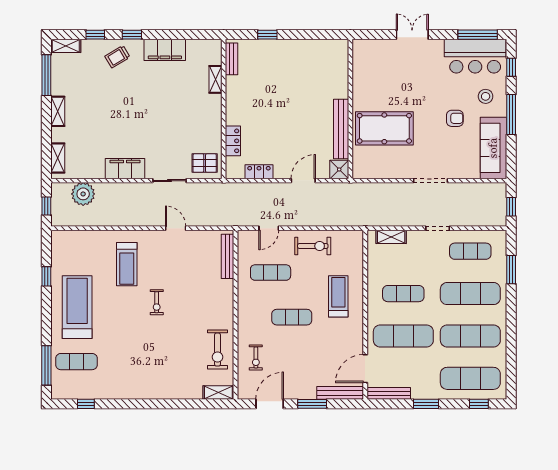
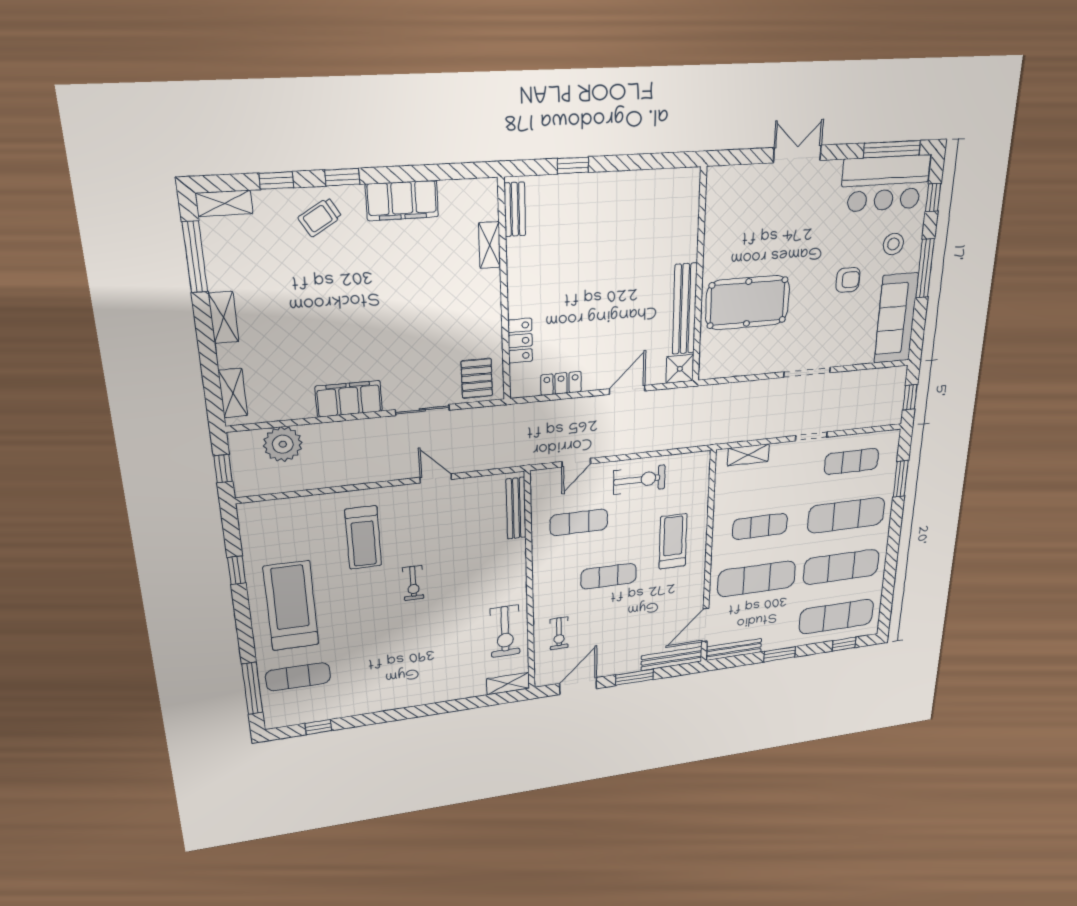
pallet: (205, 163) -> (477, 378), turned 90

